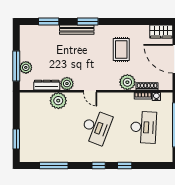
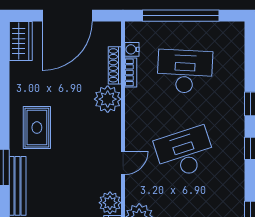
rug: (121, 49) -> (37, 128), moved, turned 90
desk: (96, 127) -> (185, 153), turned -39

